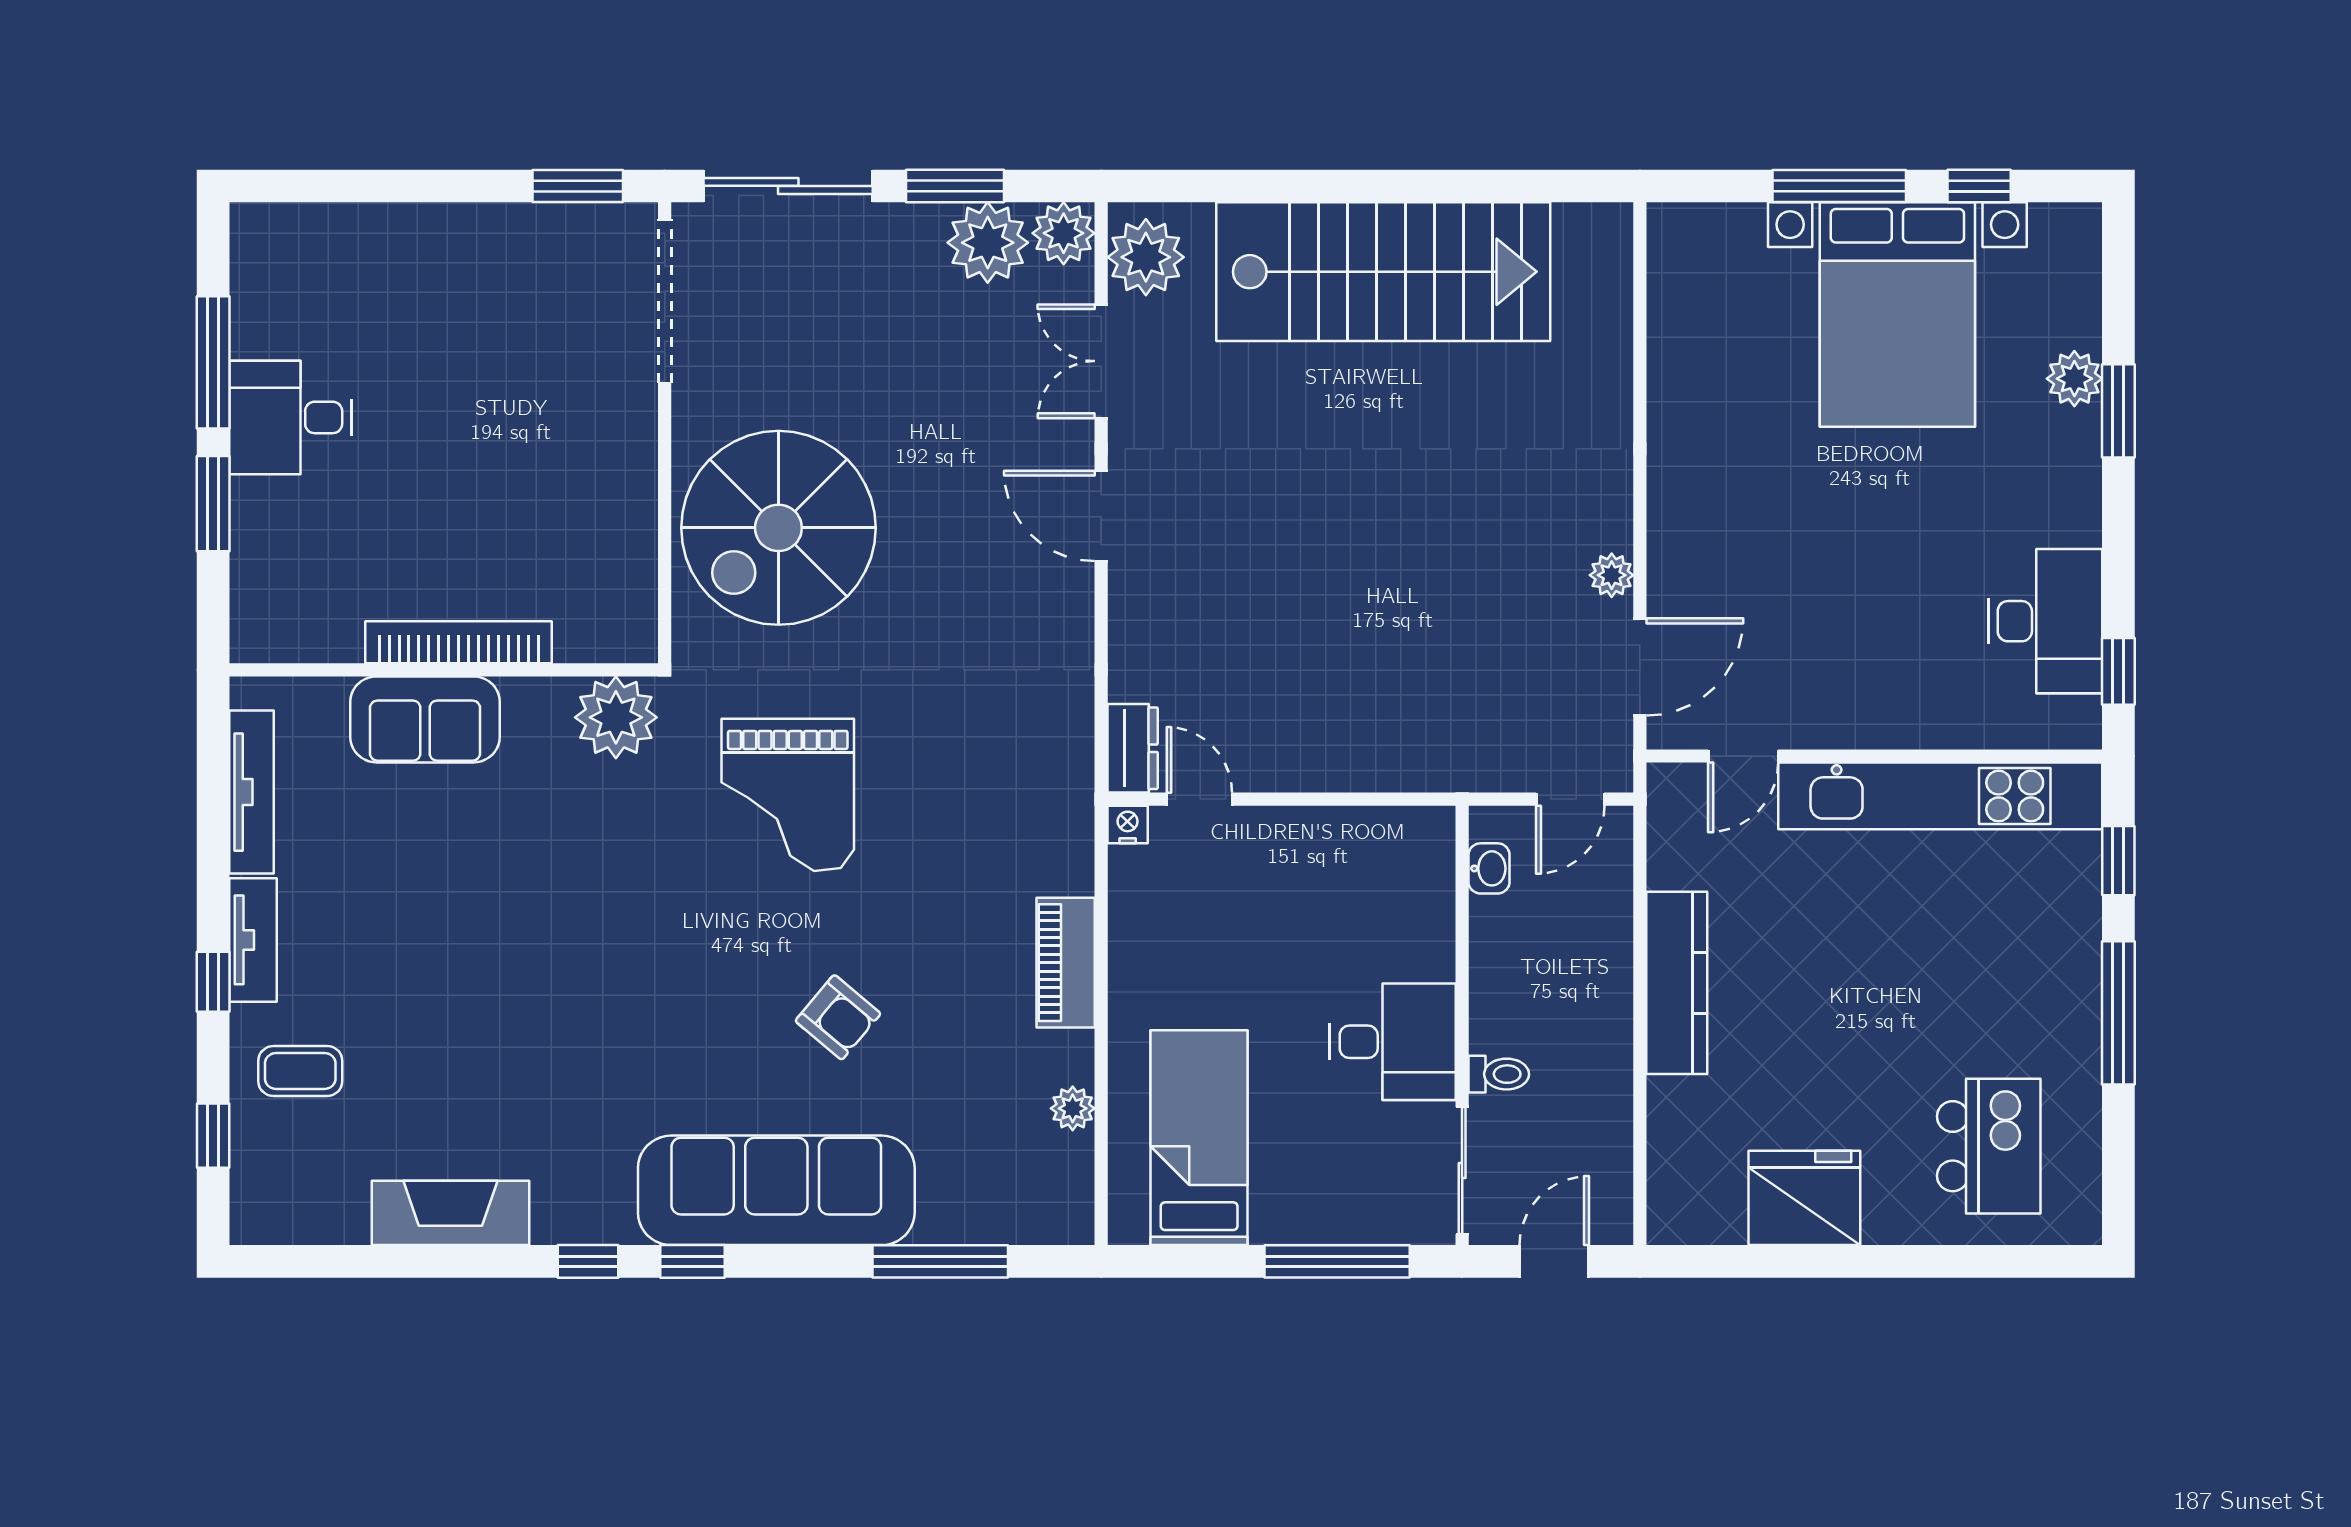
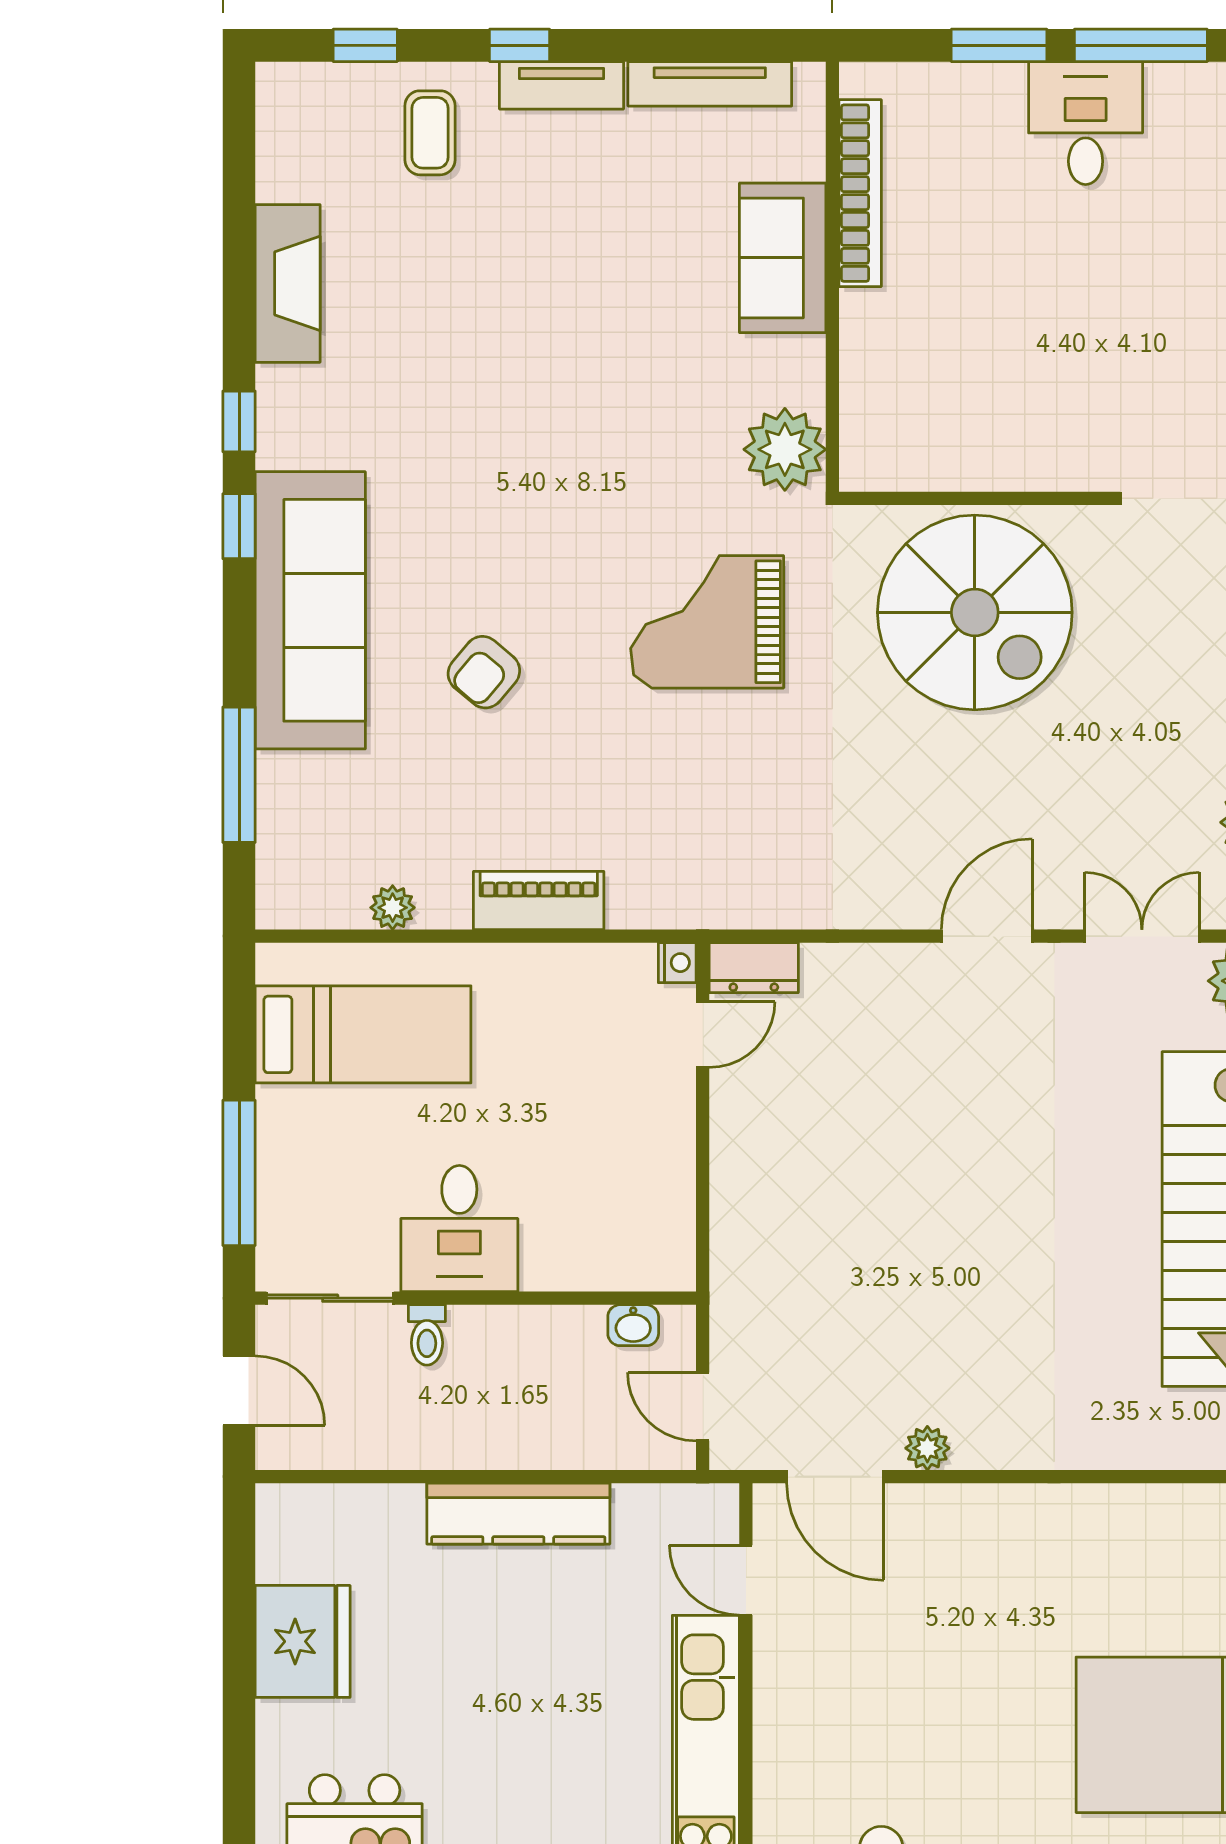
spiral stairs: (778, 528) -> (975, 612), turned 180
bookcase: (459, 642) -> (860, 193), moved

